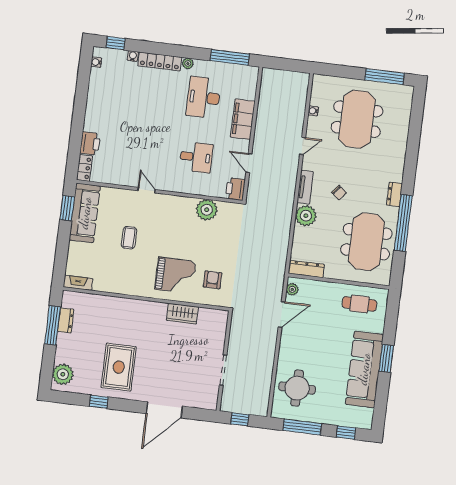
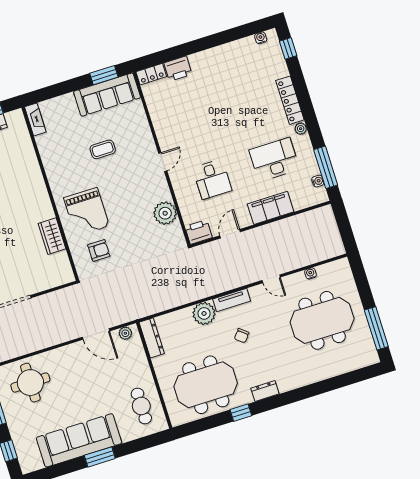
water cooler: (133, 56) -> (318, 181), moved
door: (147, 190) -> (163, 162), moved
window: (403, 223) -> (241, 413), width x0.32

